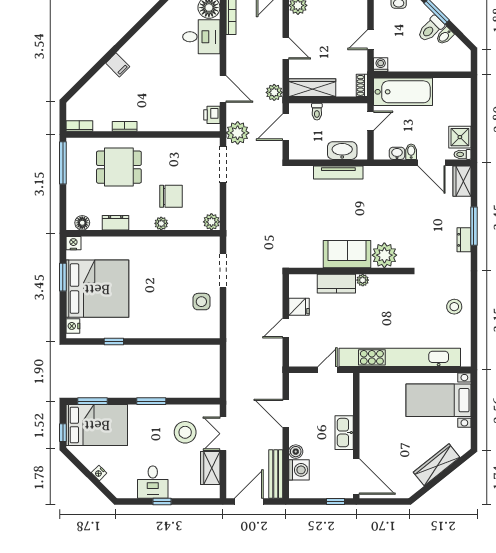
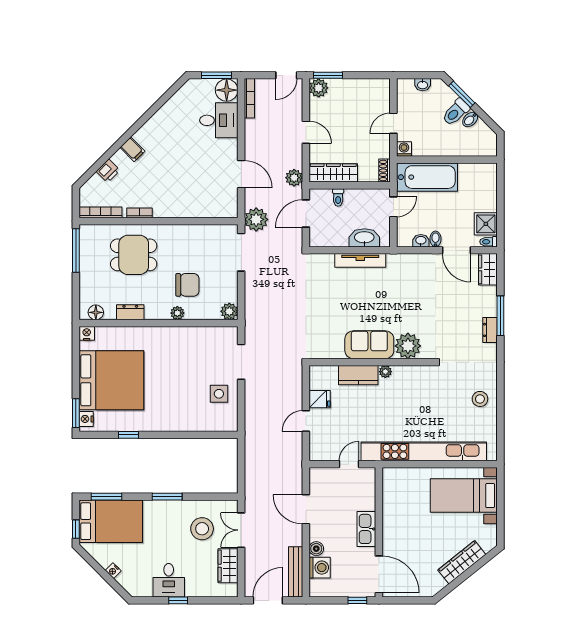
printer: (212, 115) -> (108, 171), moved, turned -135
bookcase: (79, 126) -> (100, 212), width x1.56
window: (63, 277) -> (76, 413), moved

